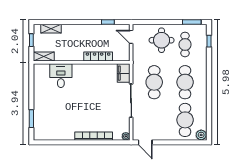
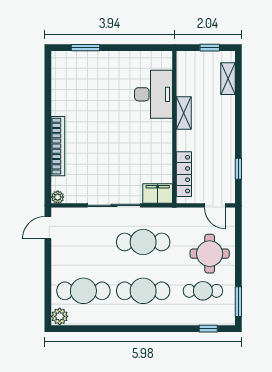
door: (131, 37) -> (215, 205), swing flipped
shelving: (44, 57) -> (184, 113), moved
locker: (98, 57) -> (184, 174), moved
desk: (61, 76) -> (154, 94), width x1.37

